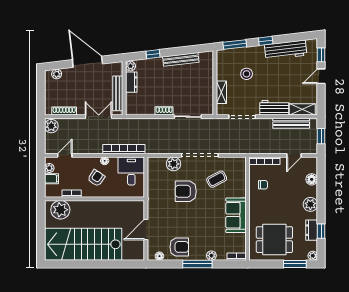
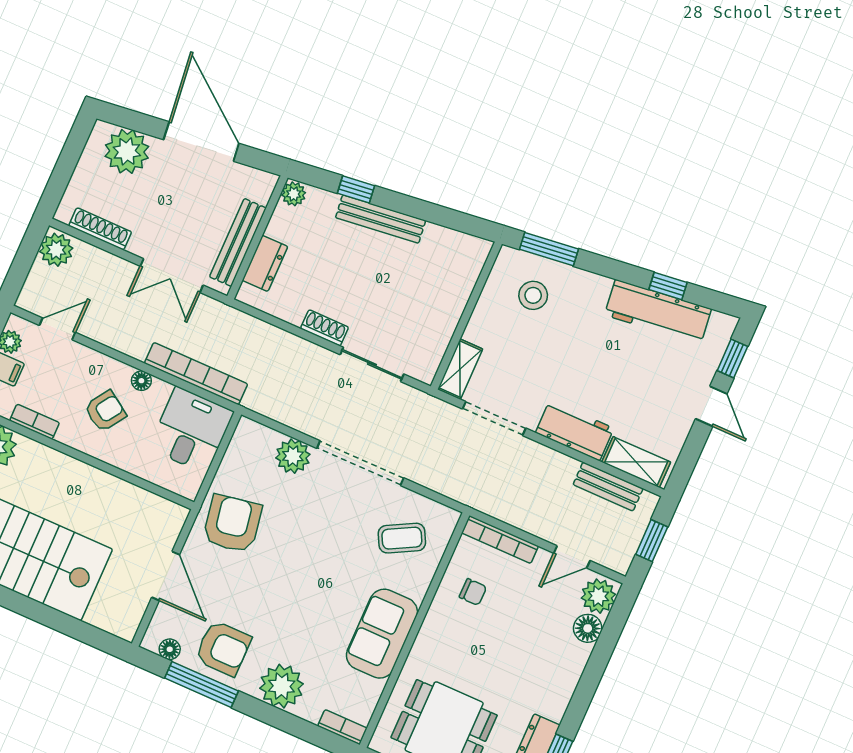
window: (266, 41) -> (668, 286), moved
bench: (181, 59) -> (381, 219), moved
plant: (57, 74) -> (127, 151), width x1.87, depth x1.87
stool: (247, 74) -> (533, 295), moved
door: (321, 76) -> (711, 406), swing flipped
dresser: (131, 82) -> (265, 263), moved
shelving: (221, 92) -> (460, 369), moved
double door: (99, 117) -> (172, 276), swing flipped
bench: (291, 123) -> (608, 487), width x0.73
coffee table: (217, 179) -> (402, 538), moved
armchair: (186, 191) -> (232, 524), moved, turned 80
plant: (310, 204) -> (598, 596), moved
door: (146, 229) -> (166, 576), swing flipped
plant: (211, 256) -> (282, 686), width x1.88, depth x1.88
window: (197, 264) -> (201, 684), moved

